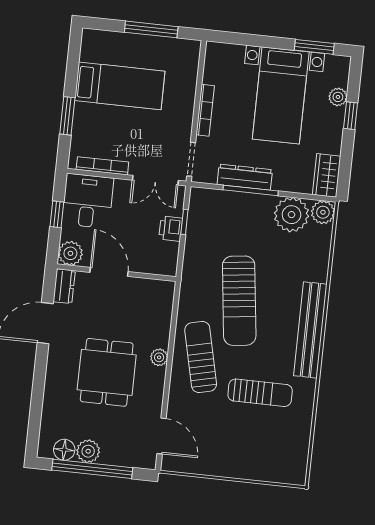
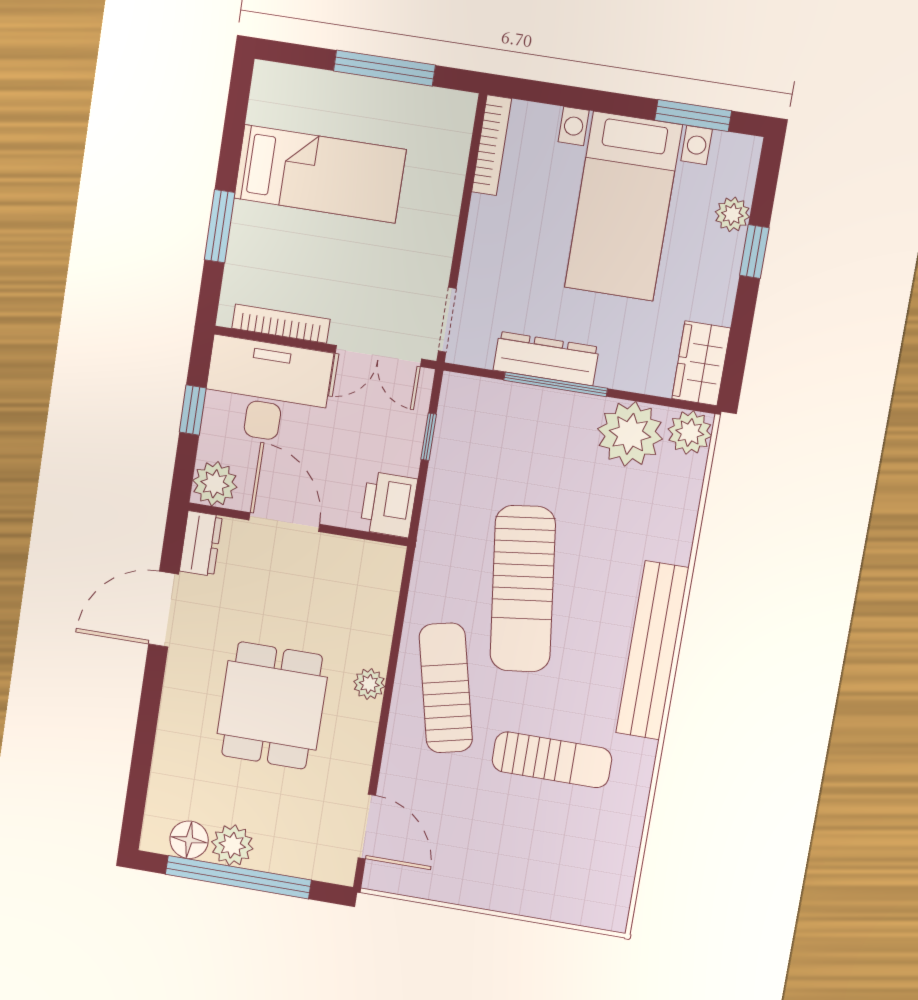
bookcase: (205, 110) -> (492, 145), moved
desk: (88, 201) -> (267, 391), width x1.37
printer: (171, 229) -> (389, 504), moved, width x1.36, depth x1.24

